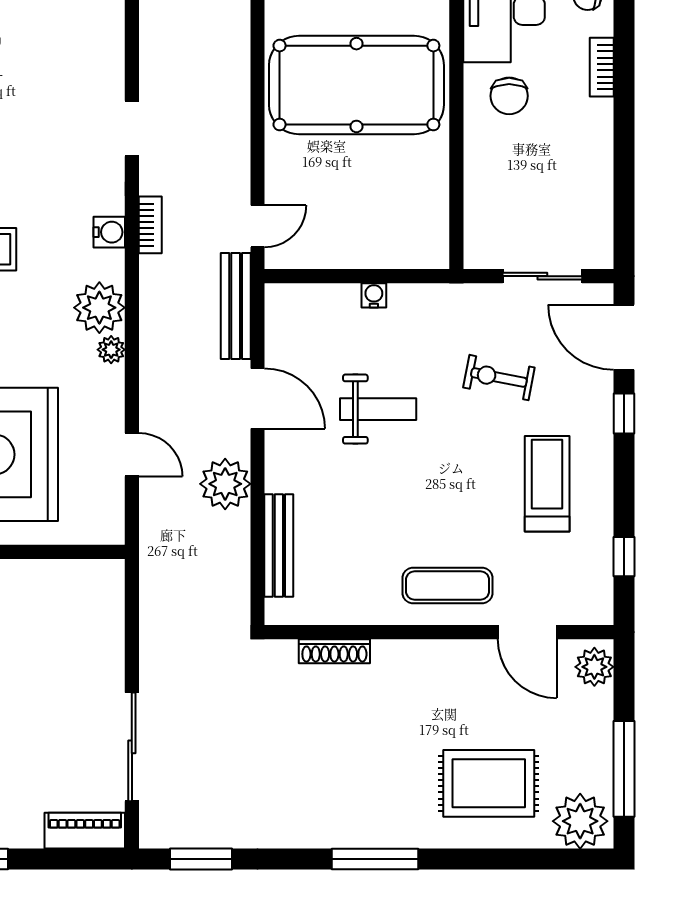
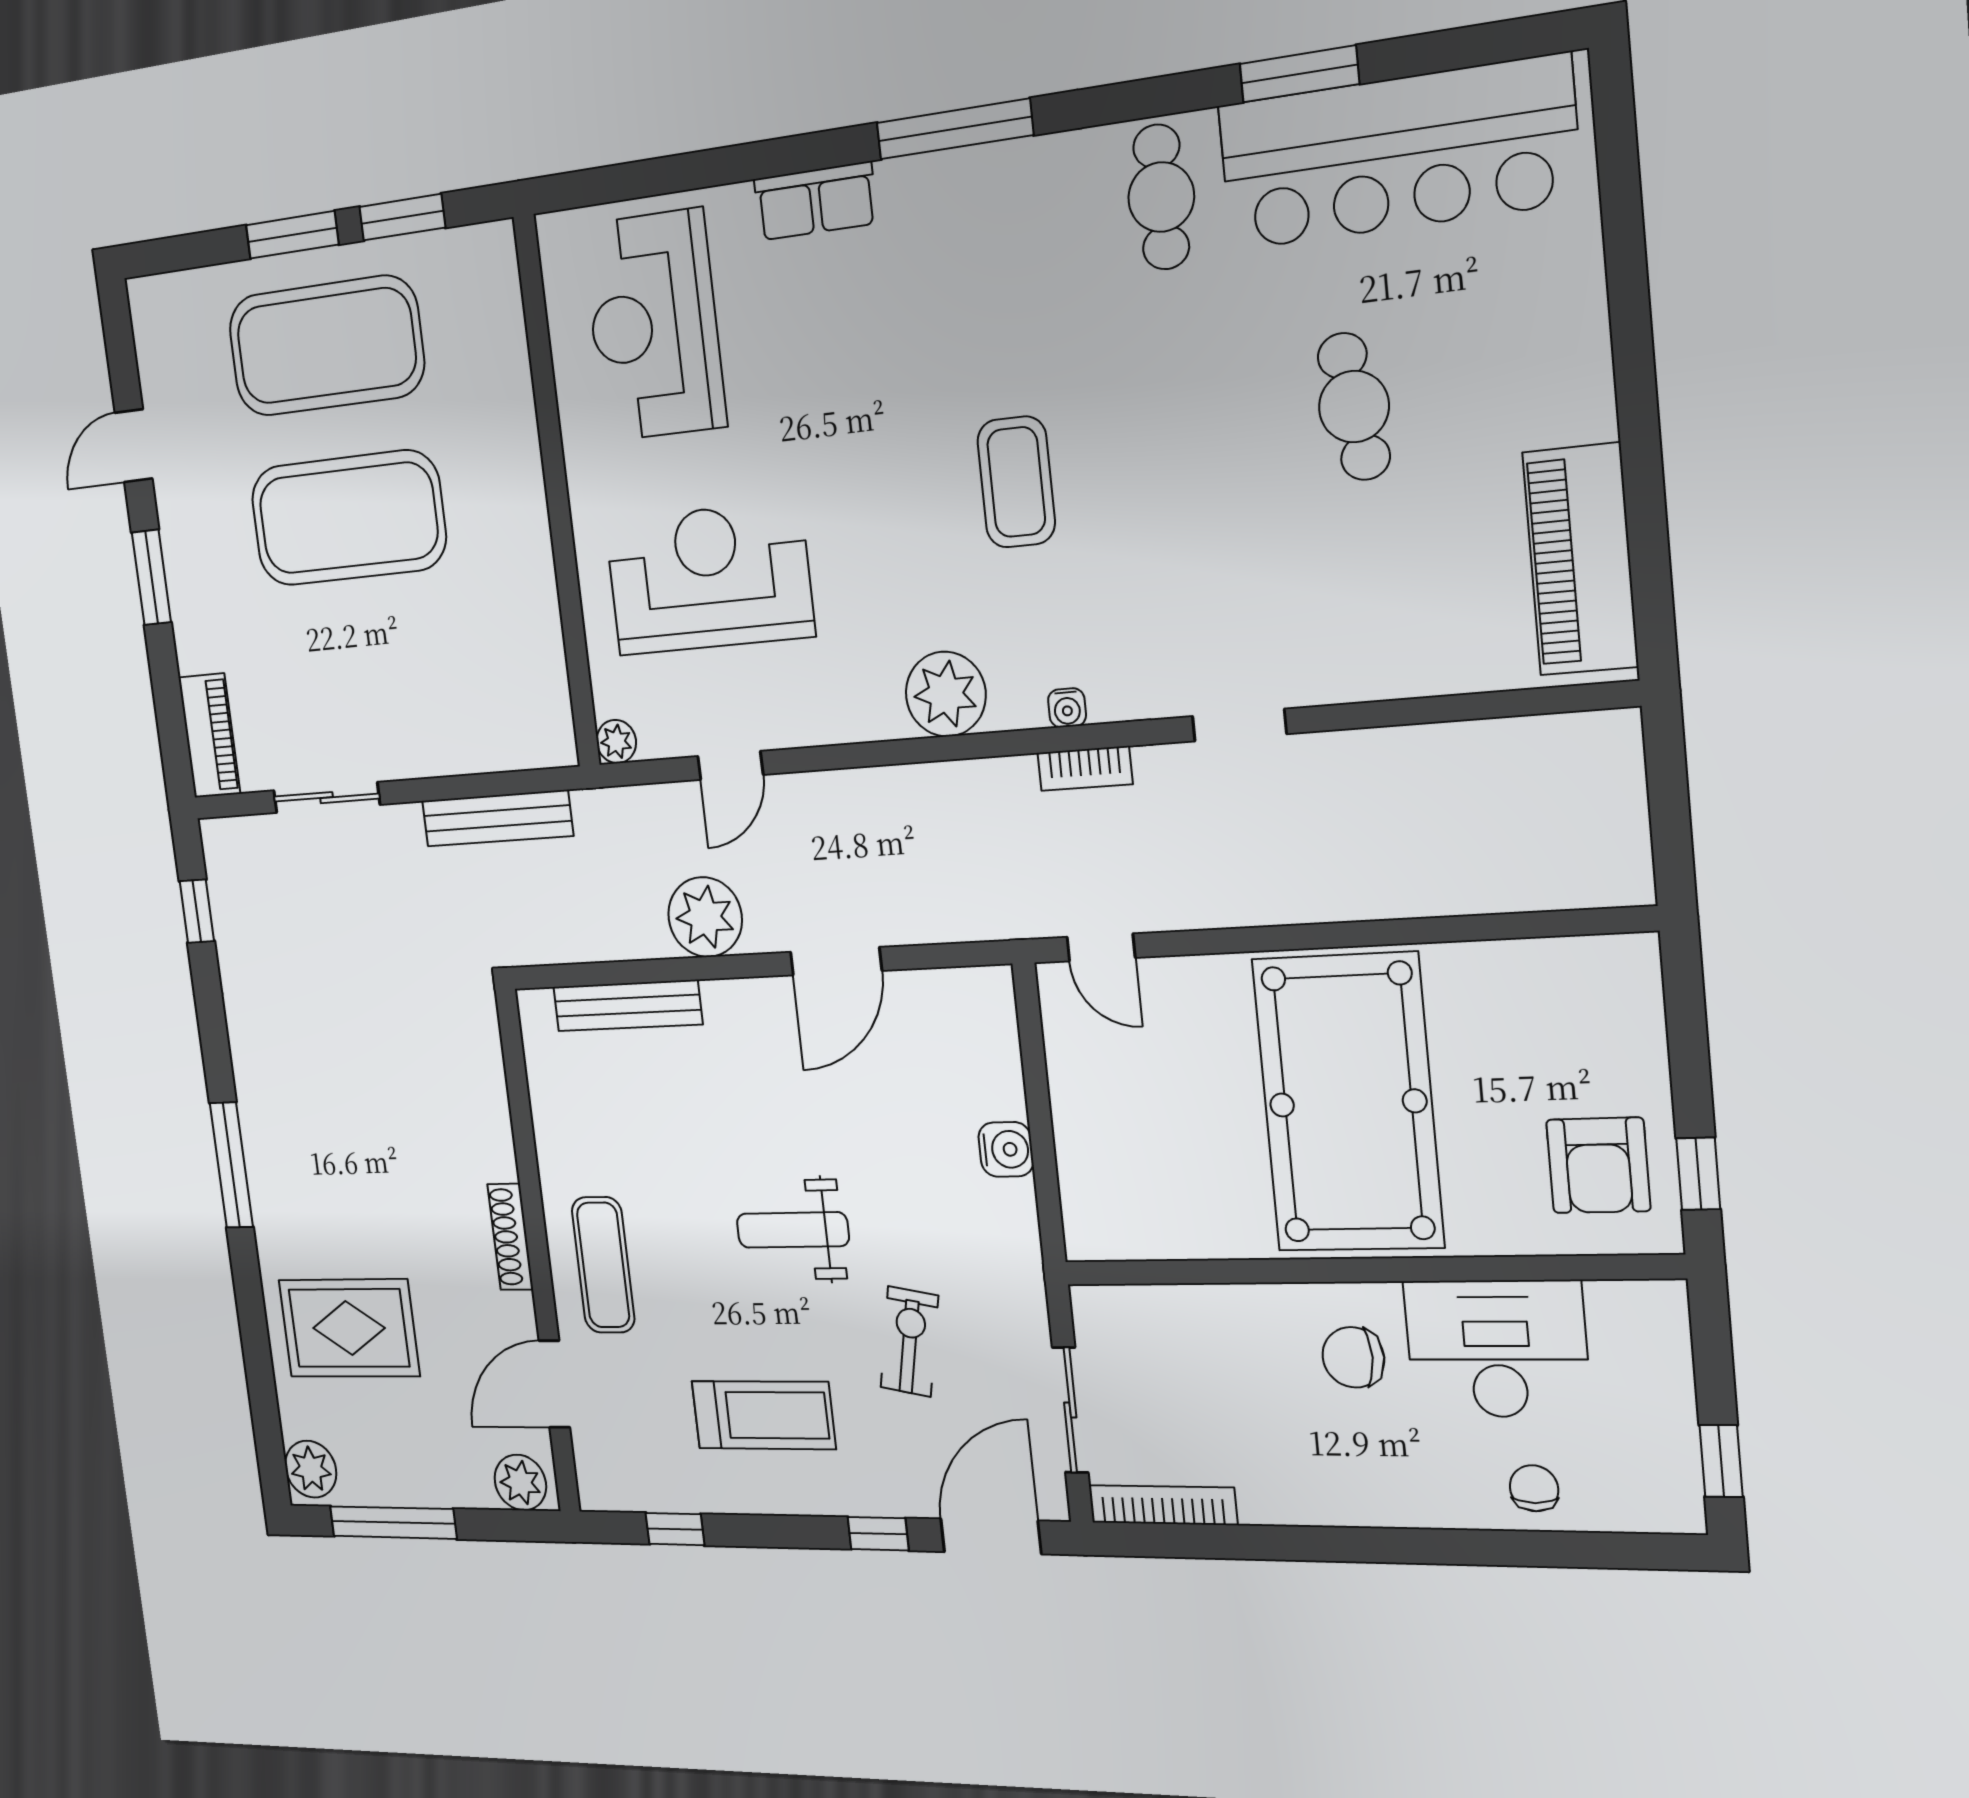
bookcase: (602, 67) -> (1163, 1505), moved, width x1.56
water cooler: (109, 232) -> (1067, 708), width x0.72, depth x0.72
water cooler: (374, 295) -> (1006, 1149), width x1.38, depth x1.38
bench: (236, 306) -> (497, 818), moved
plant: (111, 350) -> (616, 742), moved
weight bench: (378, 409) -> (793, 1230), moved, turned 90
shoe rack: (334, 651) -> (510, 1237), moved
sliding door: (132, 747) -> (327, 798), width x0.73
rug: (489, 783) -> (349, 1328), turned 90
plant: (580, 821) -> (311, 1469), width x0.73, depth x0.73
window: (201, 859) -> (197, 911), width x0.67

